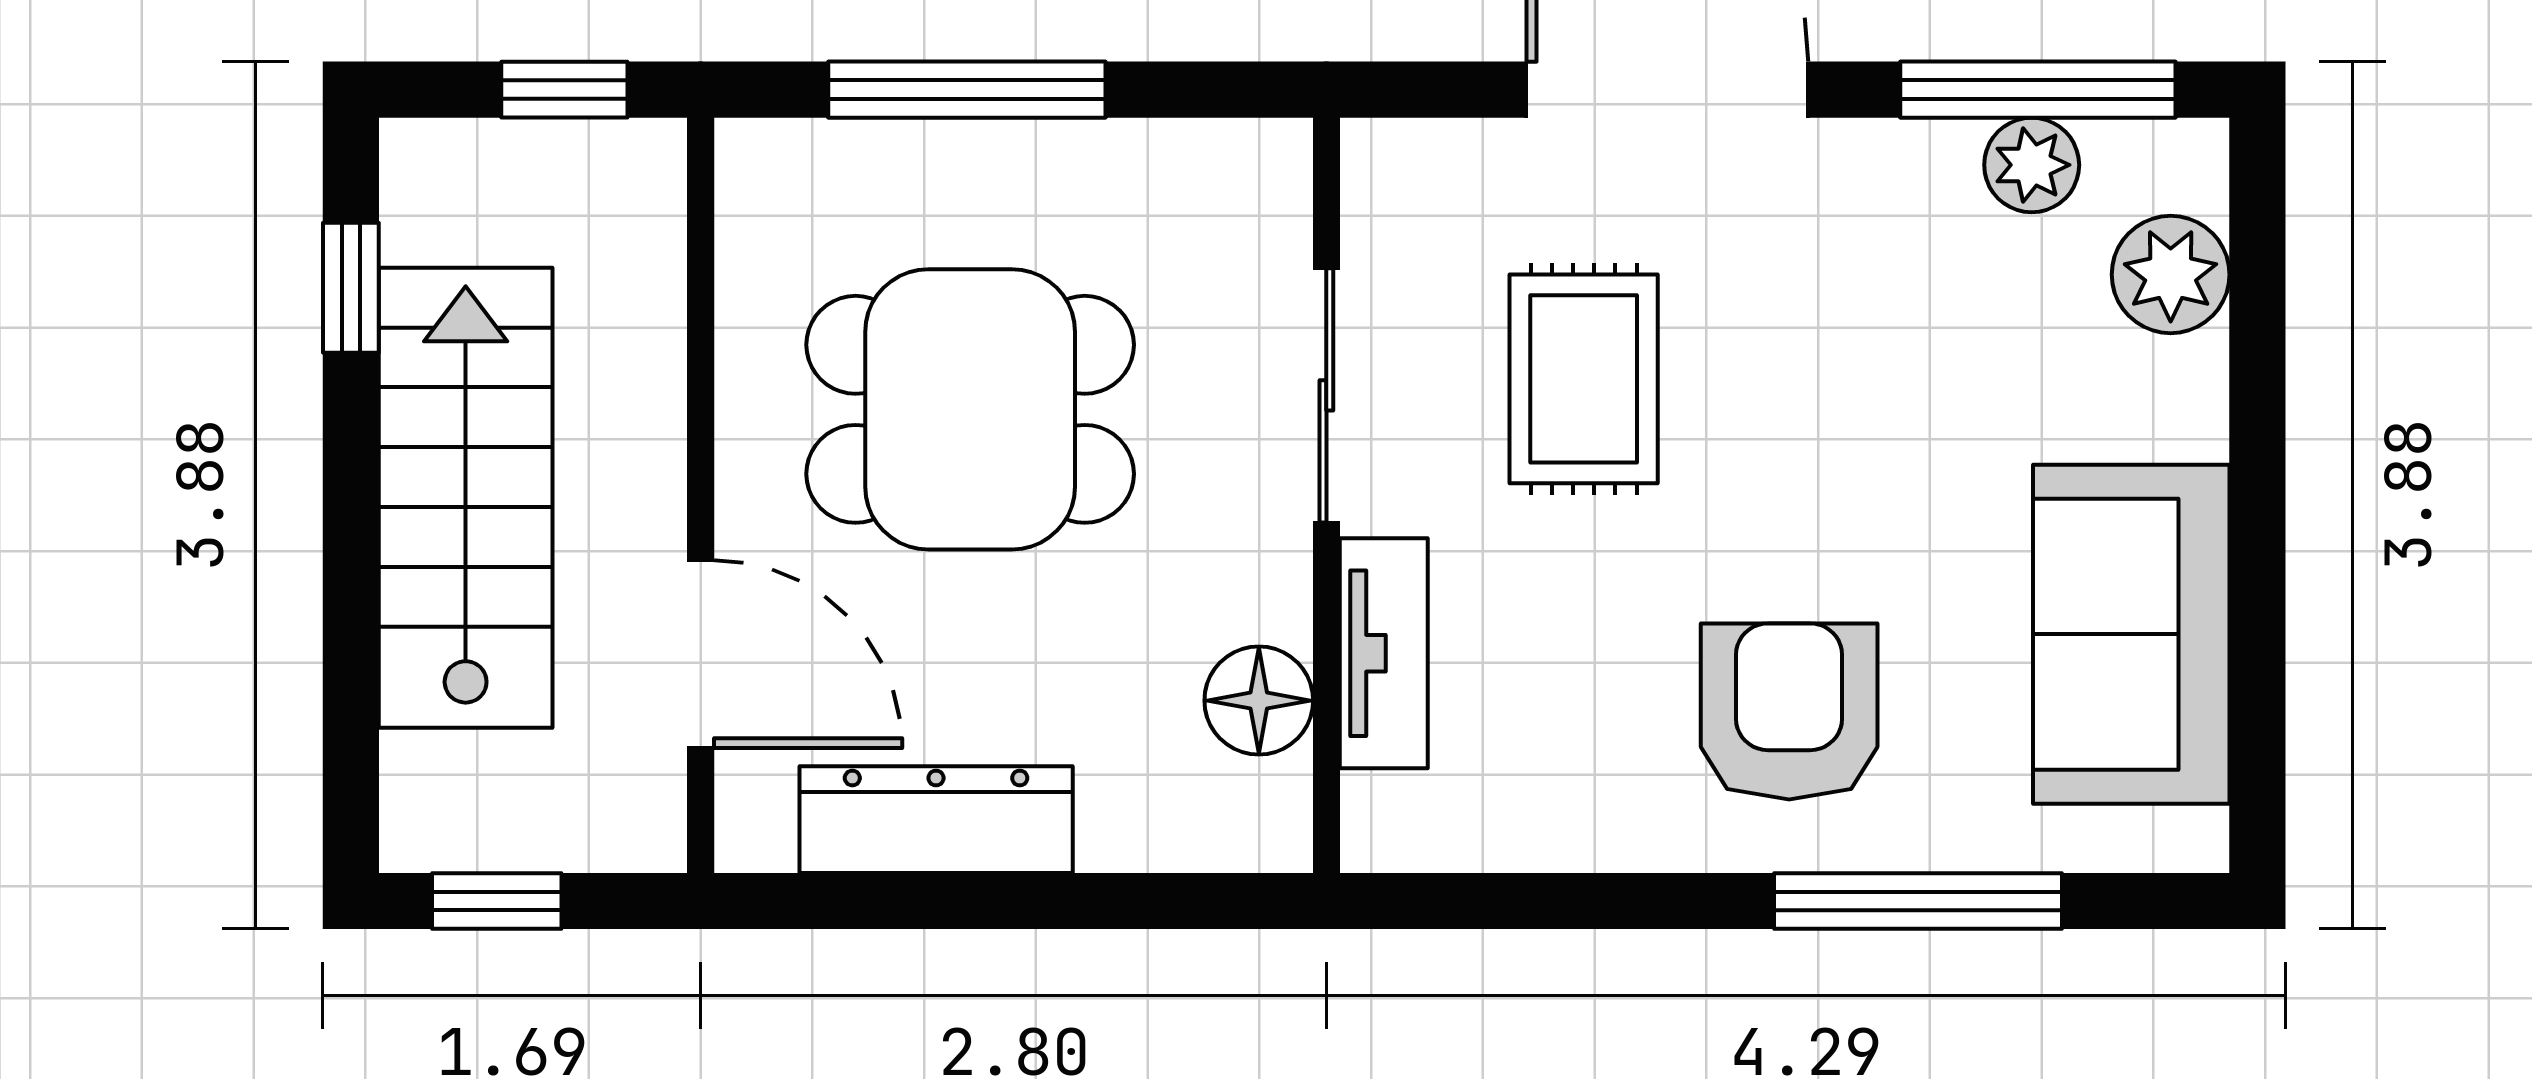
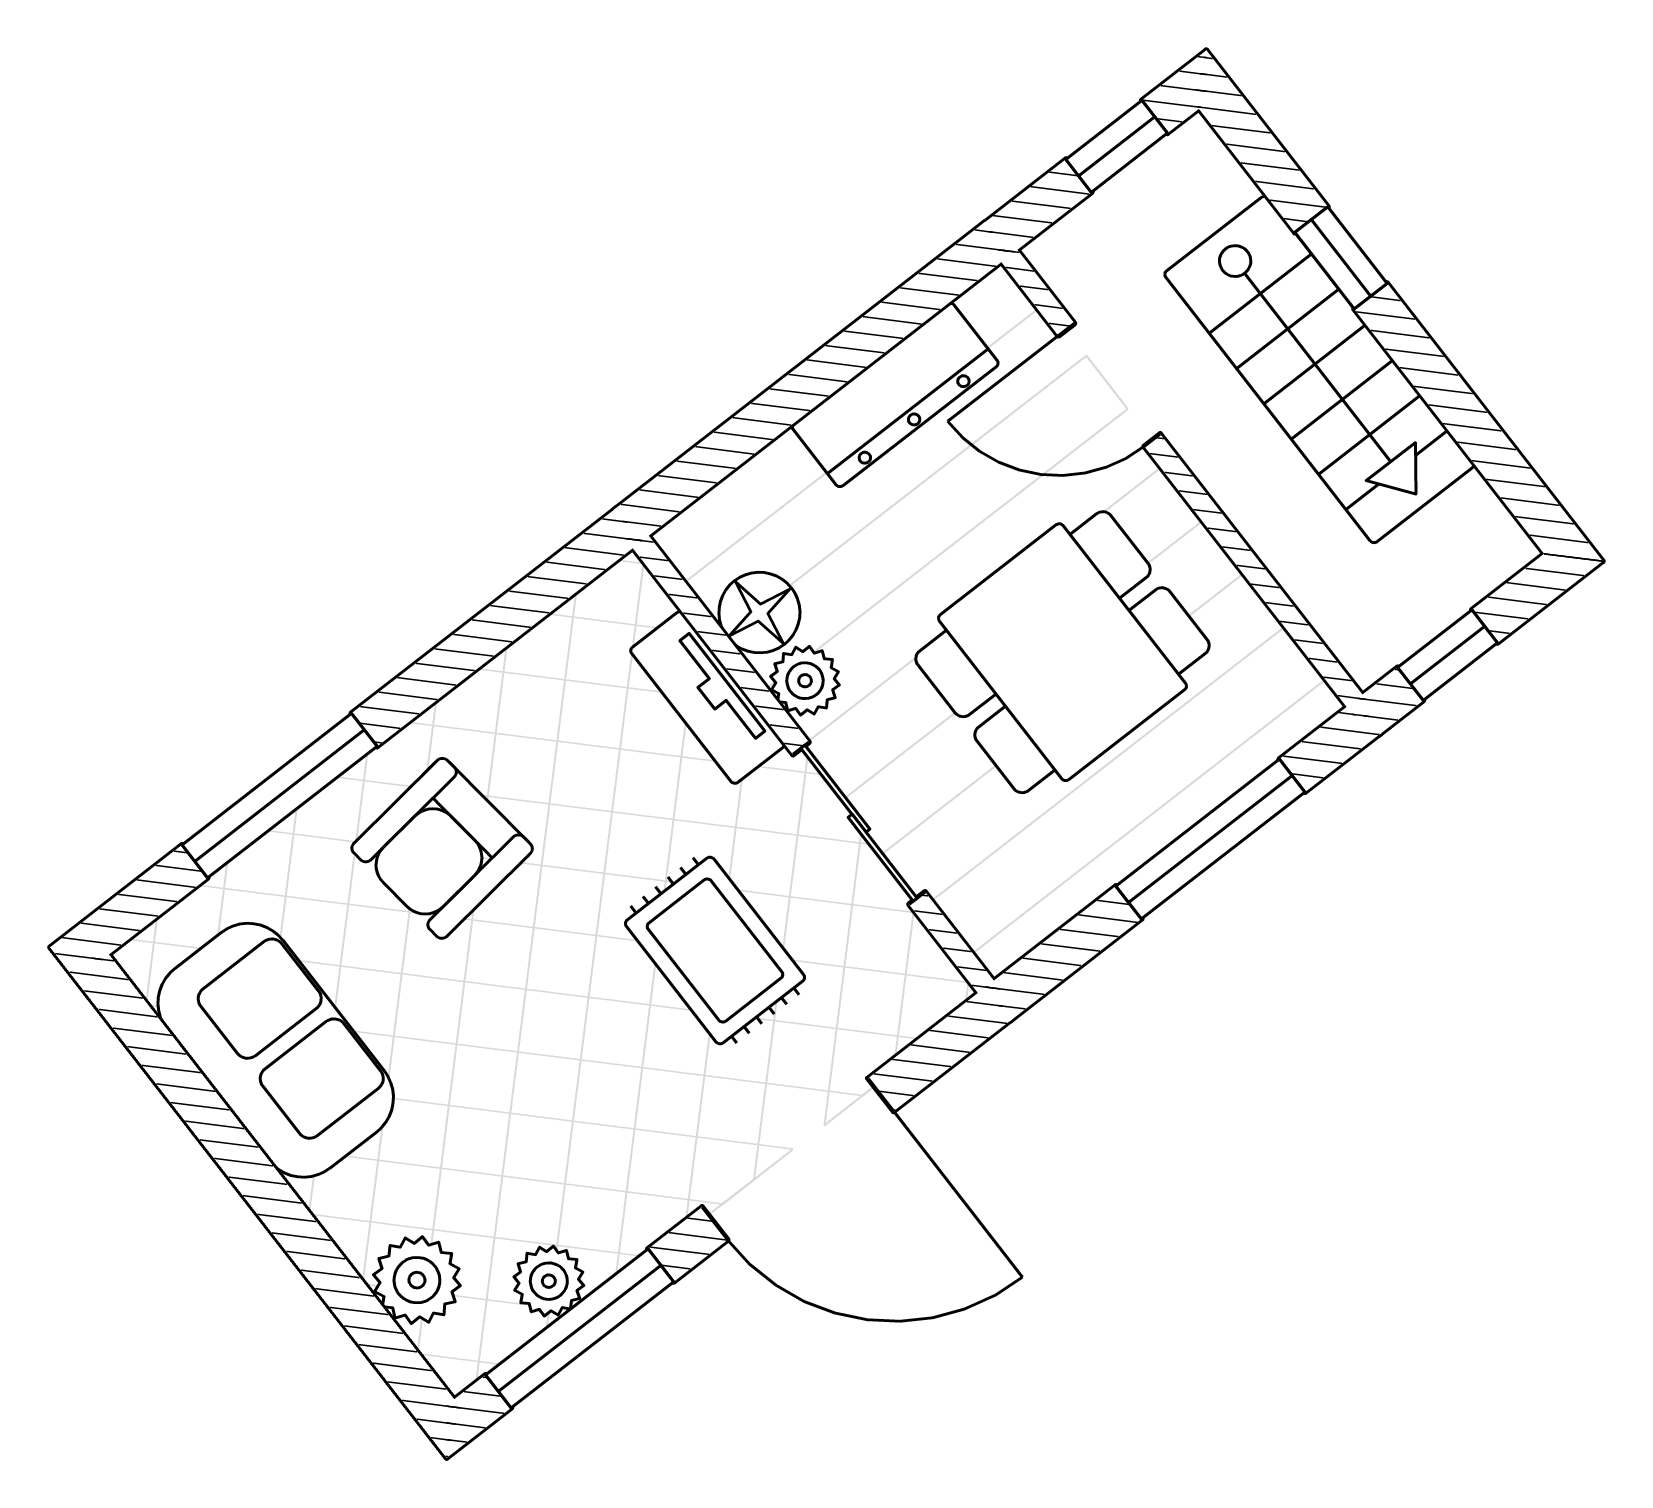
window: (351, 288) -> (1341, 258), moved
plant: (1266, 591) -> (805, 681), added
armchair: (1789, 711) -> (442, 848), turned 83

